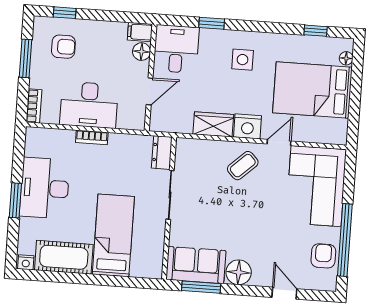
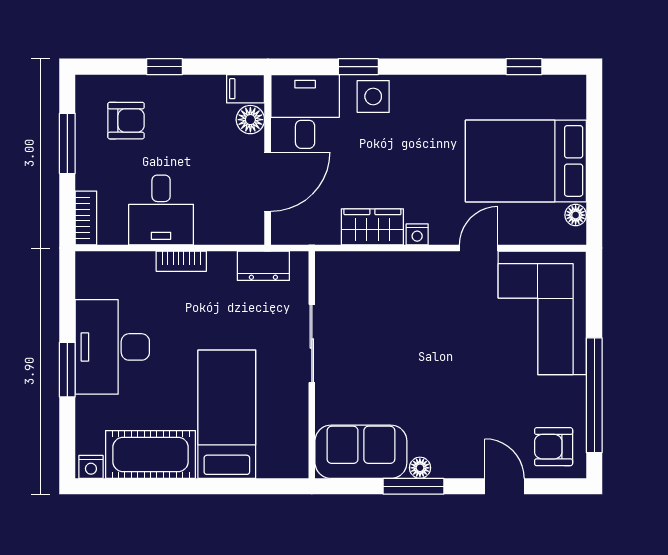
window: (65, 13) -> (165, 67), moved
floor lamp: (346, 58) -> (576, 215), moved
side table: (243, 60) -> (373, 96), moved
door: (150, 91) -> (268, 182), width x1.37
desk: (89, 105) -> (161, 210), width x0.73
nightstand: (247, 126) -> (417, 234), width x0.53, depth x0.56
dresser: (162, 152) -> (263, 266), moved, turned -90
coffee table: (243, 166) -> (424, 289), removed
armchair: (323, 256) -> (554, 447), moved, turned -90
floor lamp: (239, 272) -> (420, 468), width x0.53, depth x0.53
window: (201, 287) -> (413, 486), moved

